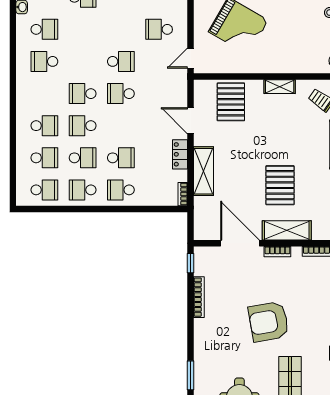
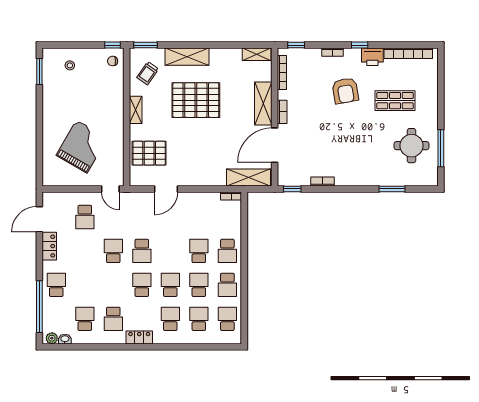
school desk: (83, 94) -> (142, 285), turned 180
school desk: (83, 126) -> (170, 285), turned 180
locker: (180, 154) -> (139, 337), moved, turned 180
shelving: (204, 171) -> (249, 177), moved
pallet: (280, 185) -> (196, 100), moved, width x1.37, depth x1.41
bookcase: (199, 297) -> (323, 182), width x0.64
armchair: (269, 322) -> (345, 91), moved, width x0.73, depth x0.73

